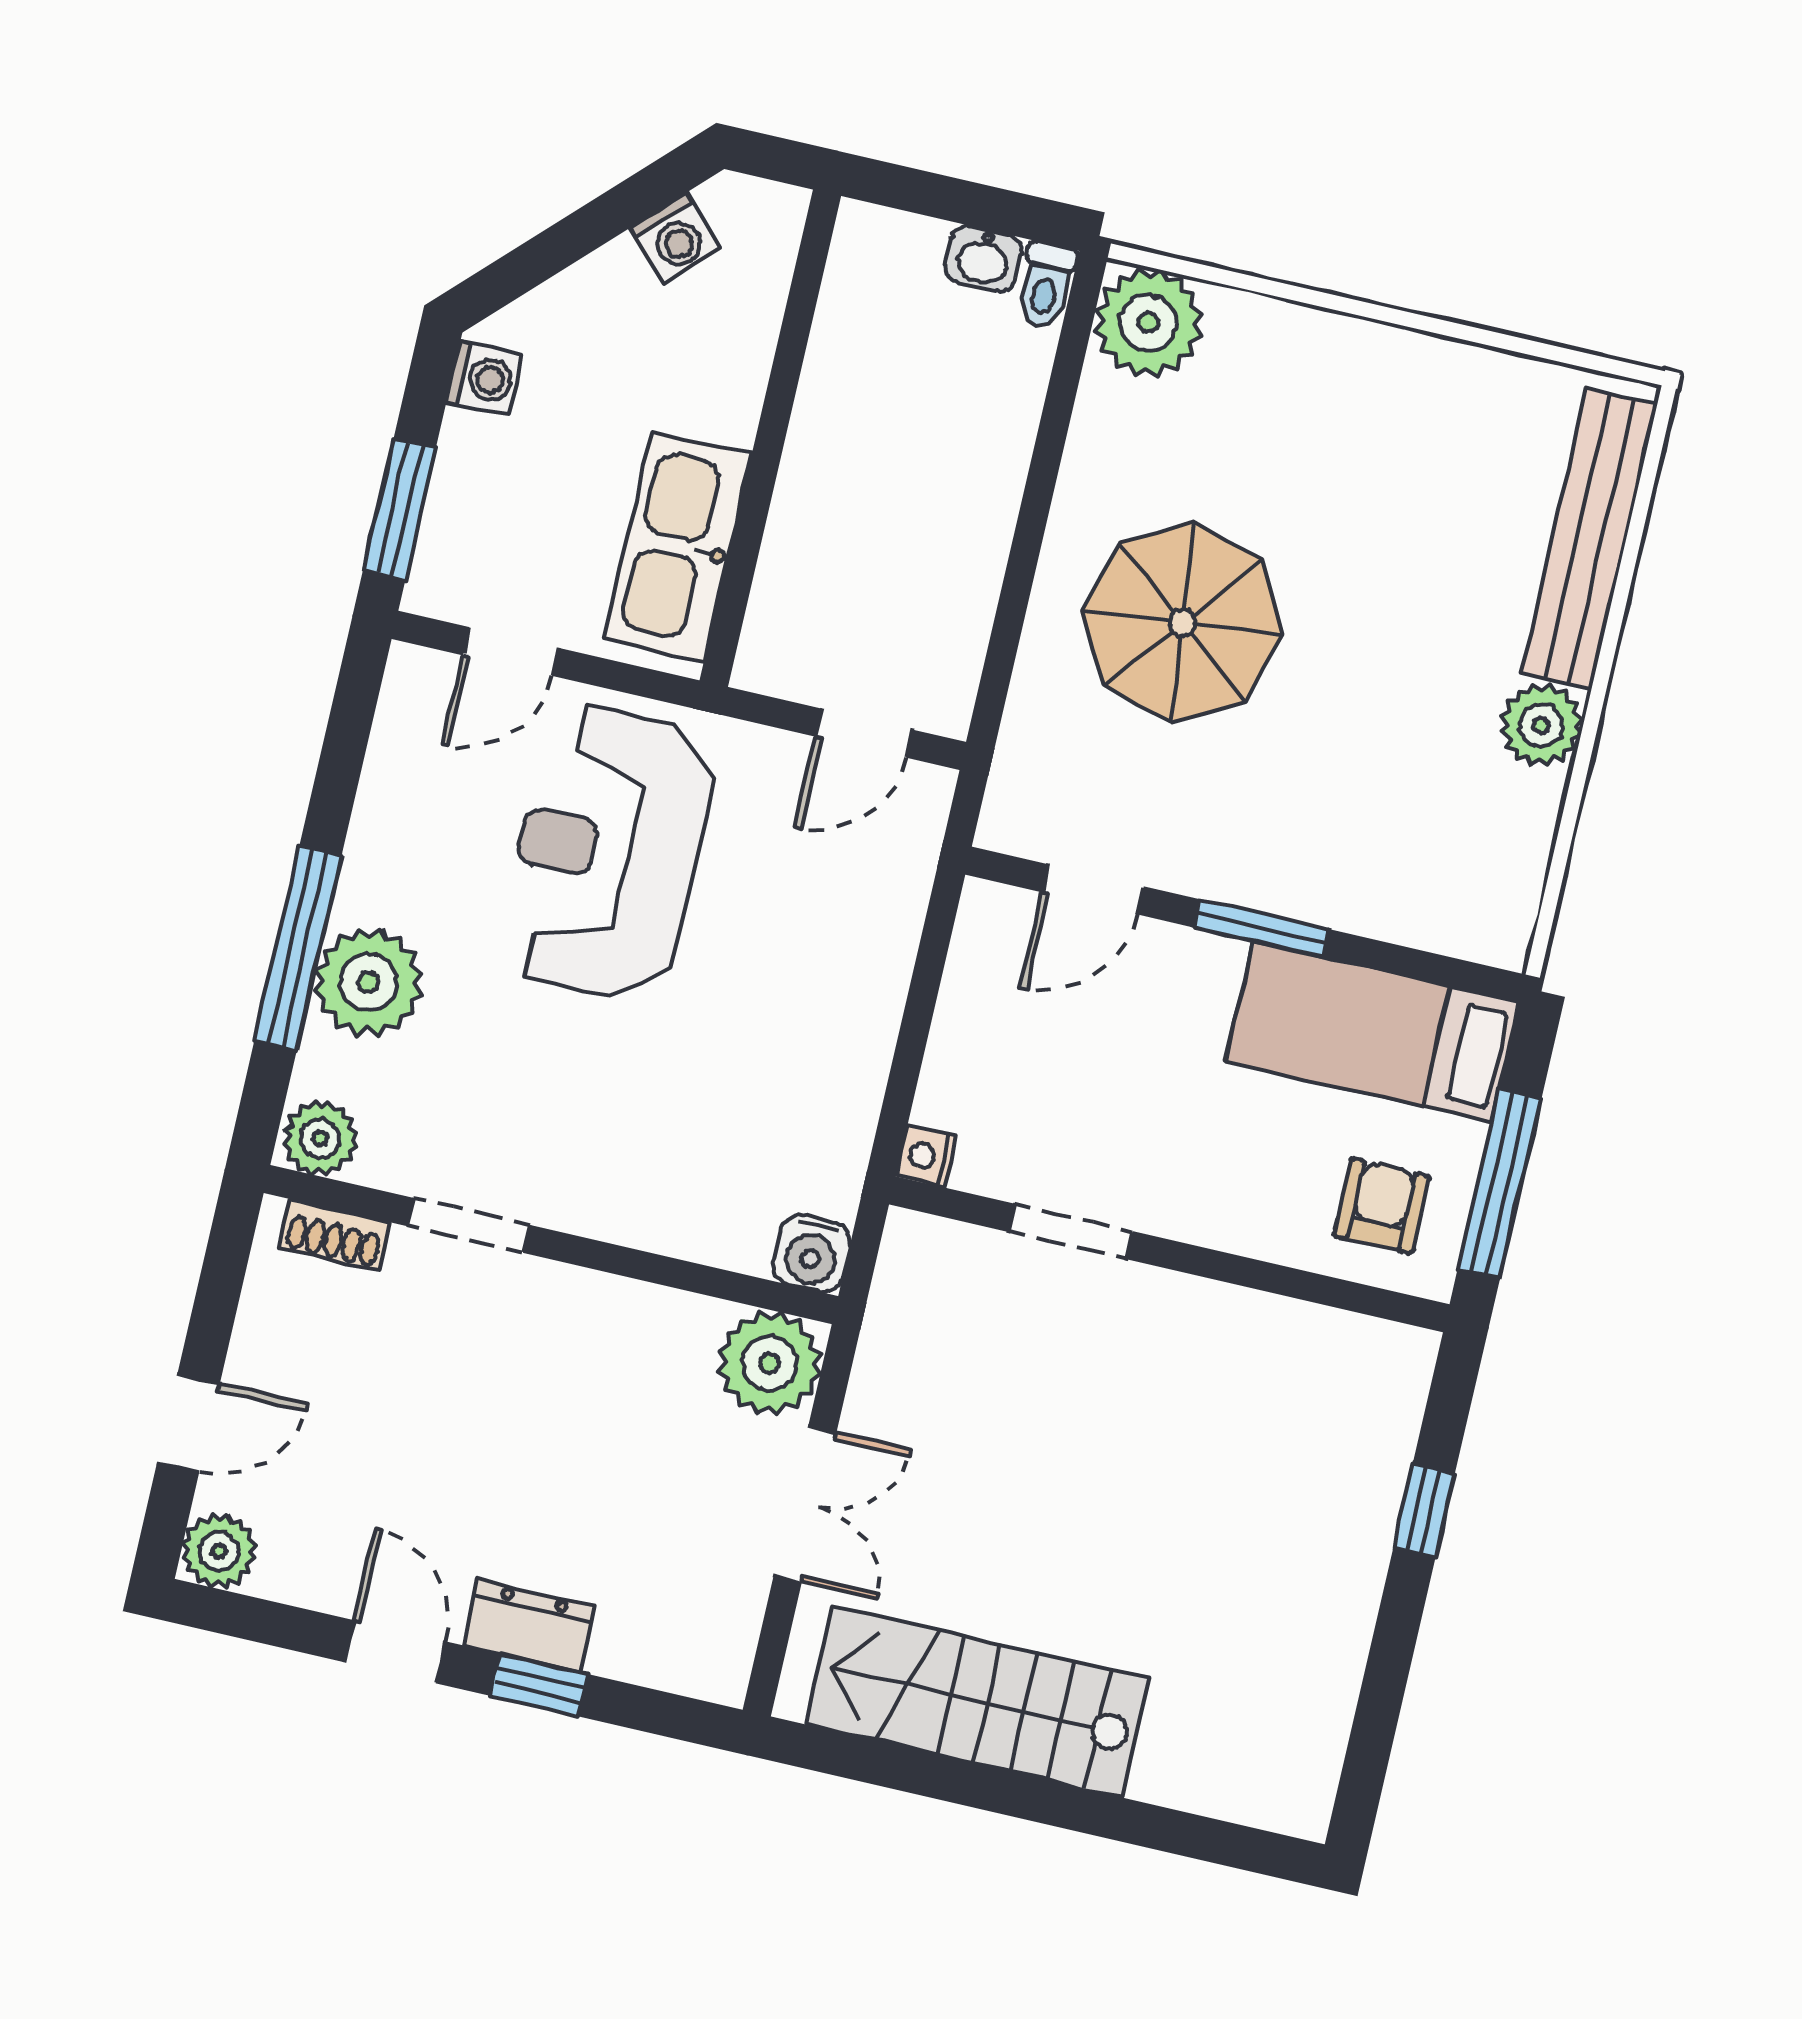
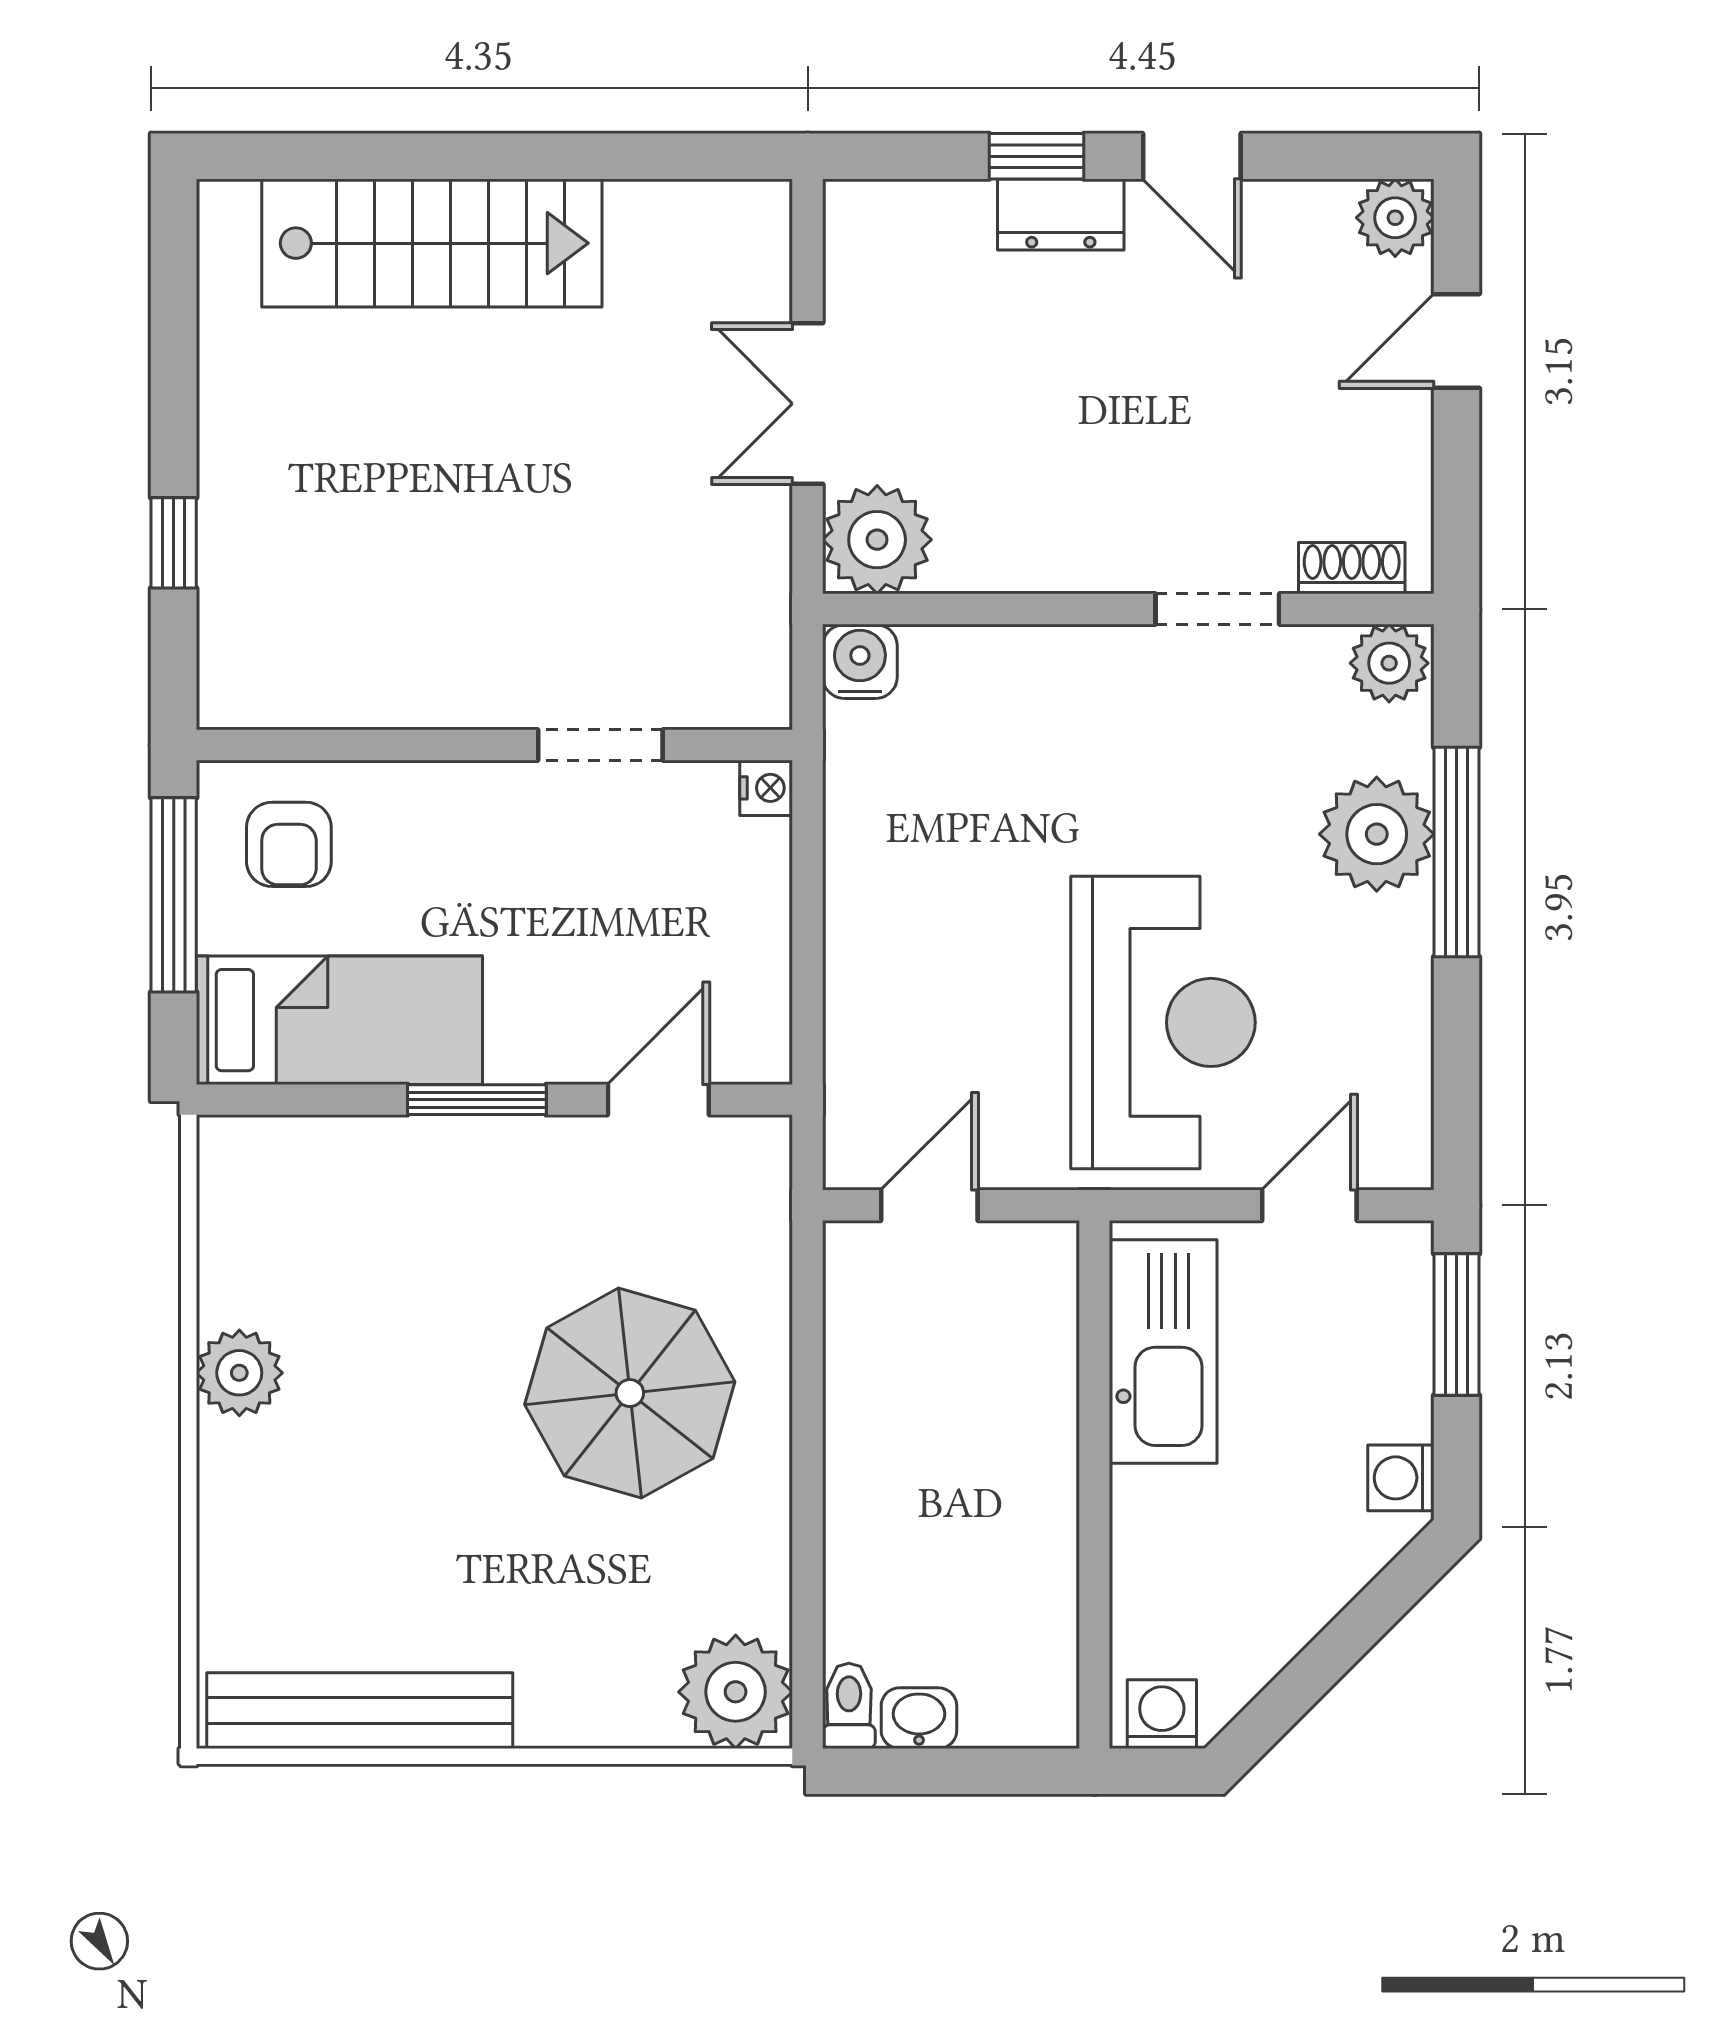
washing machine: (675, 238) -> (1162, 1714), moved, turned 45
bench: (1589, 539) -> (360, 1711), moved, turned 90
stairs: (977, 1701) -> (432, 243), moved

